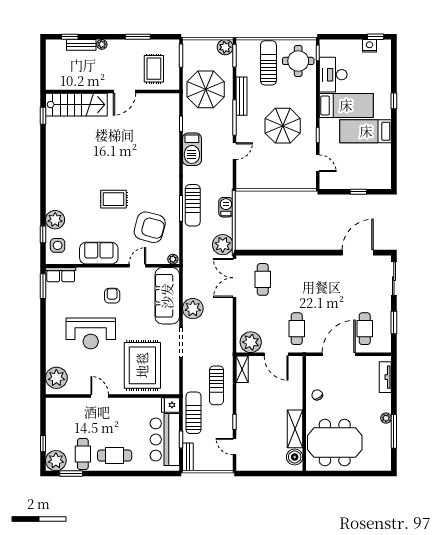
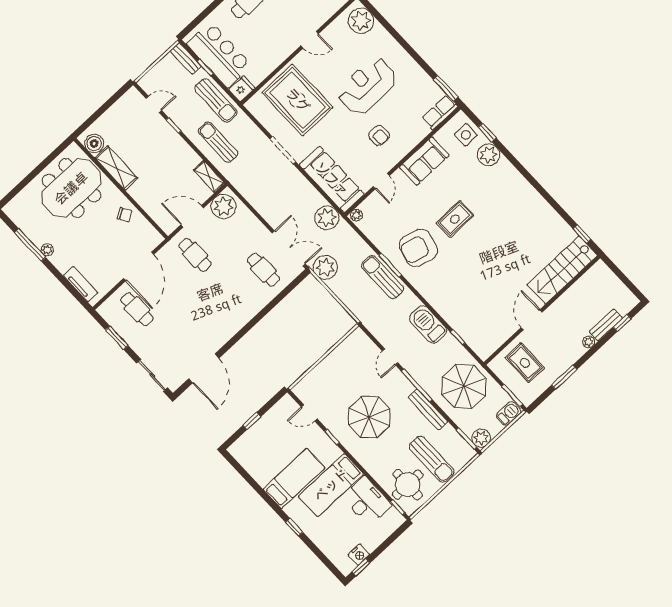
barbecue: (226, 207) -> (509, 414), moved, turned -90
armchair: (150, 227) -> (418, 248), moved
plant: (193, 309) -> (327, 218), moved

